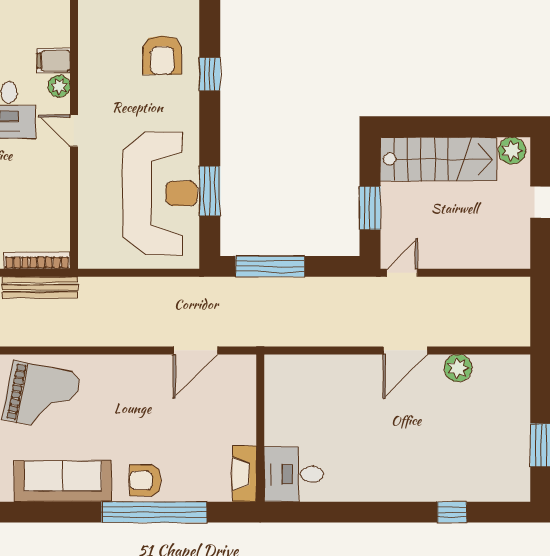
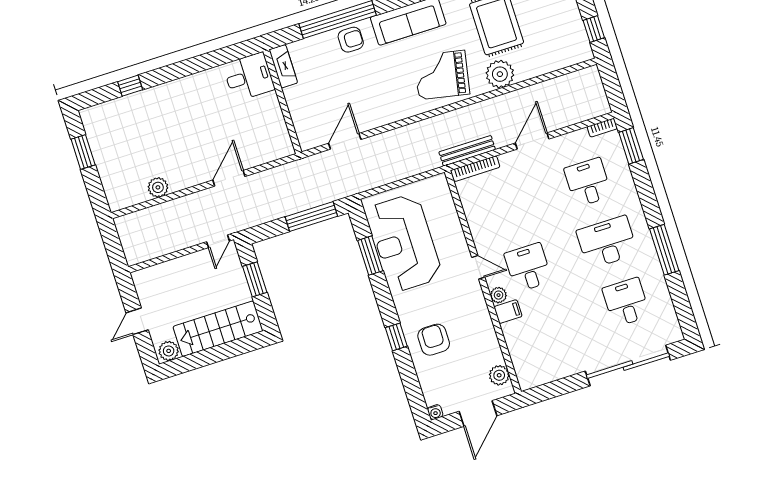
door: (405, 350) -> (229, 178), moved

